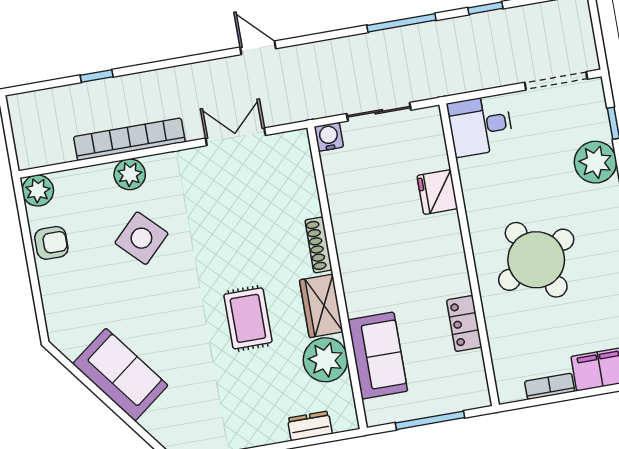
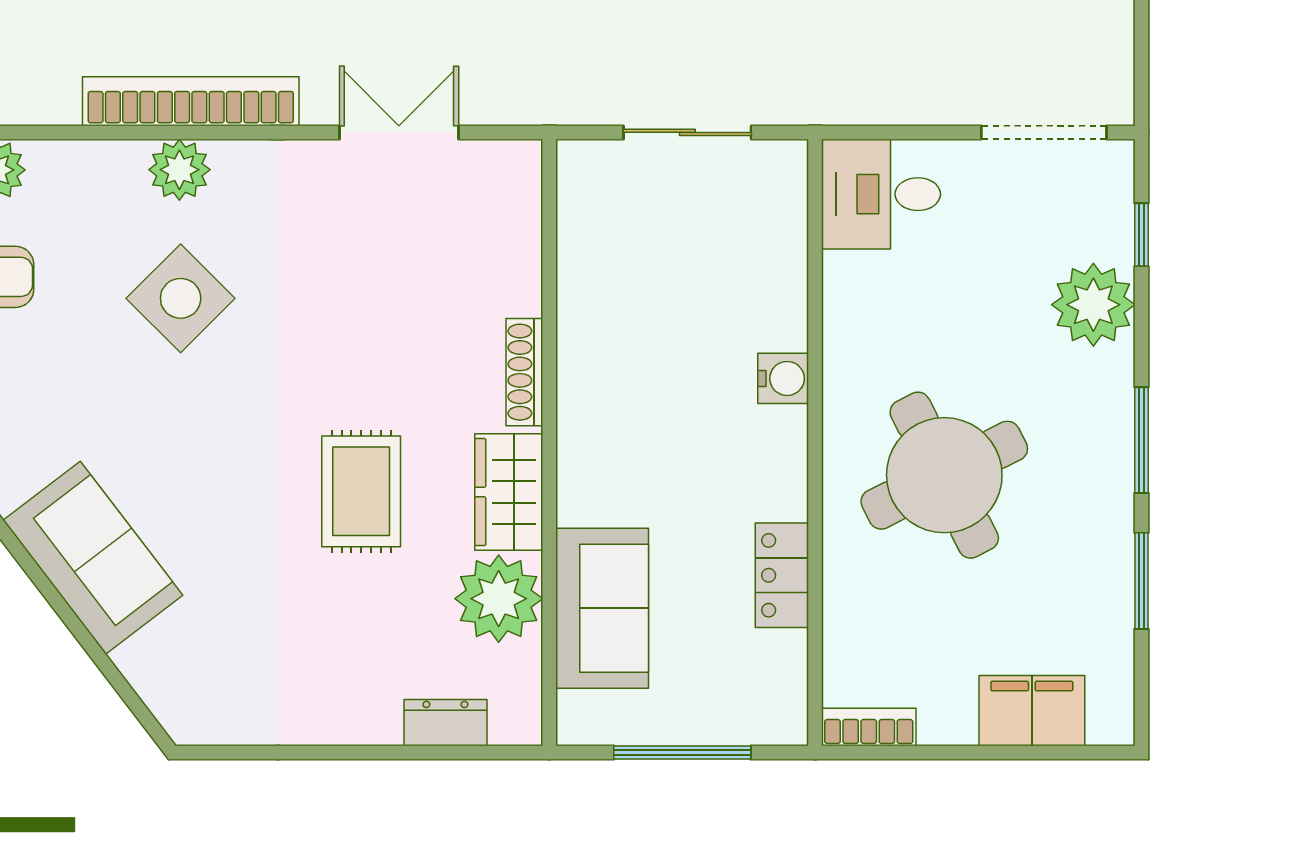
water cooler: (329, 137) -> (783, 378), moved, turned 90
fridge: (437, 192) -> (774, 309), removed
bookcase: (550, 386) -> (869, 727), moved

